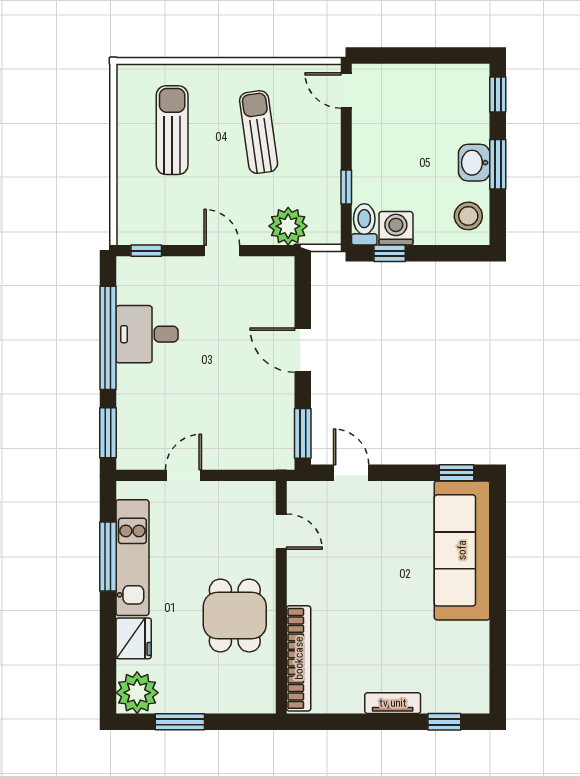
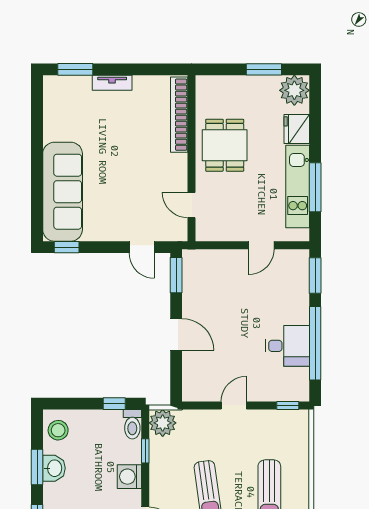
plant: (288, 226) -> (163, 423), moved
washing machine: (396, 228) -> (129, 477), moved, turned 90
door: (222, 251) -> (234, 406), swing flipped
window: (444, 722) -> (75, 69), width x1.50

